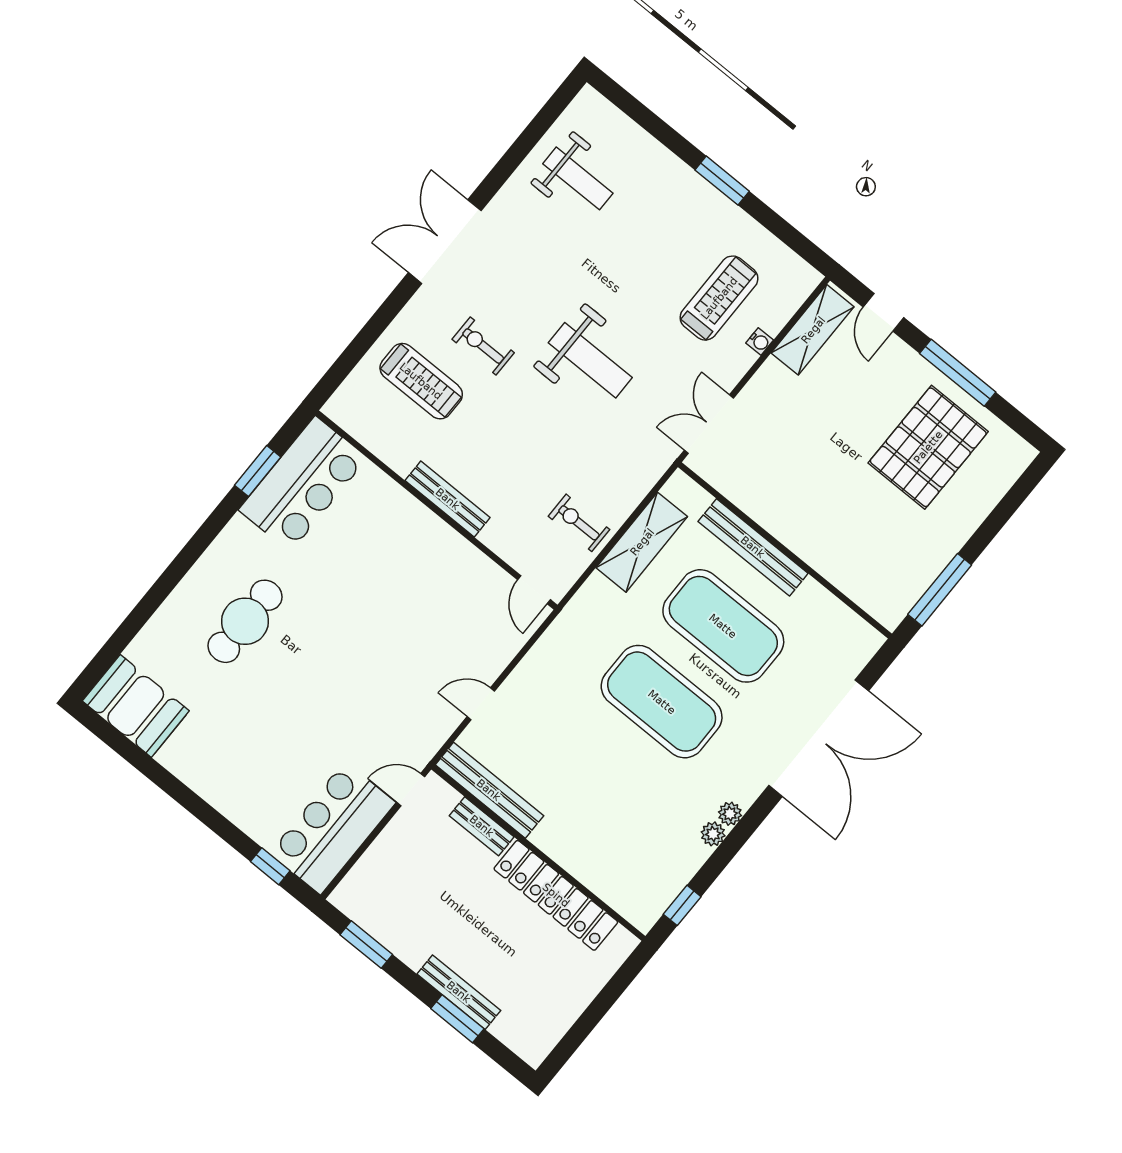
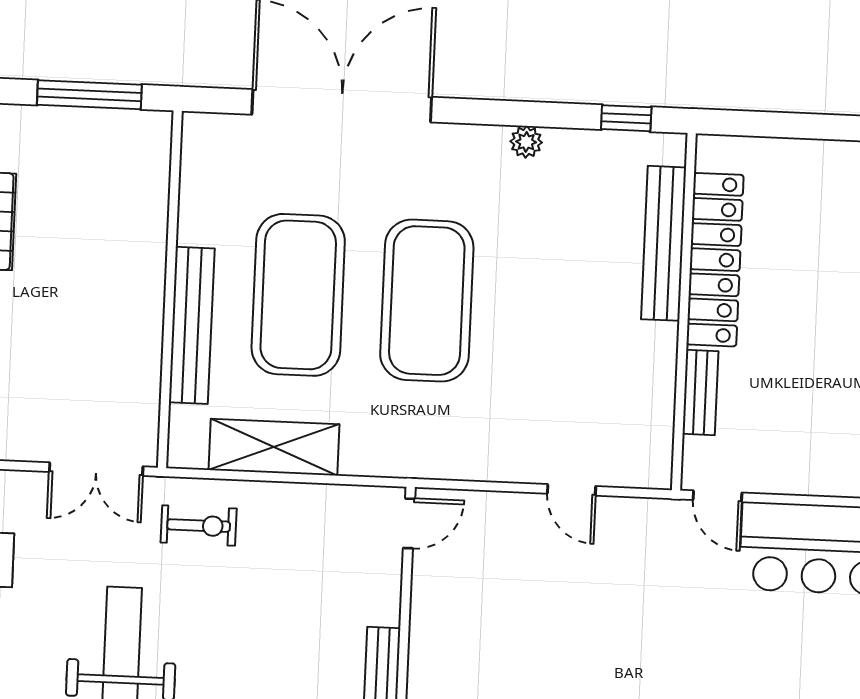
exercise bike: (579, 523) -> (199, 526), moved, turned -90
bench: (489, 790) -> (664, 243), moved
plant: (730, 814) -> (491, 140), removed

